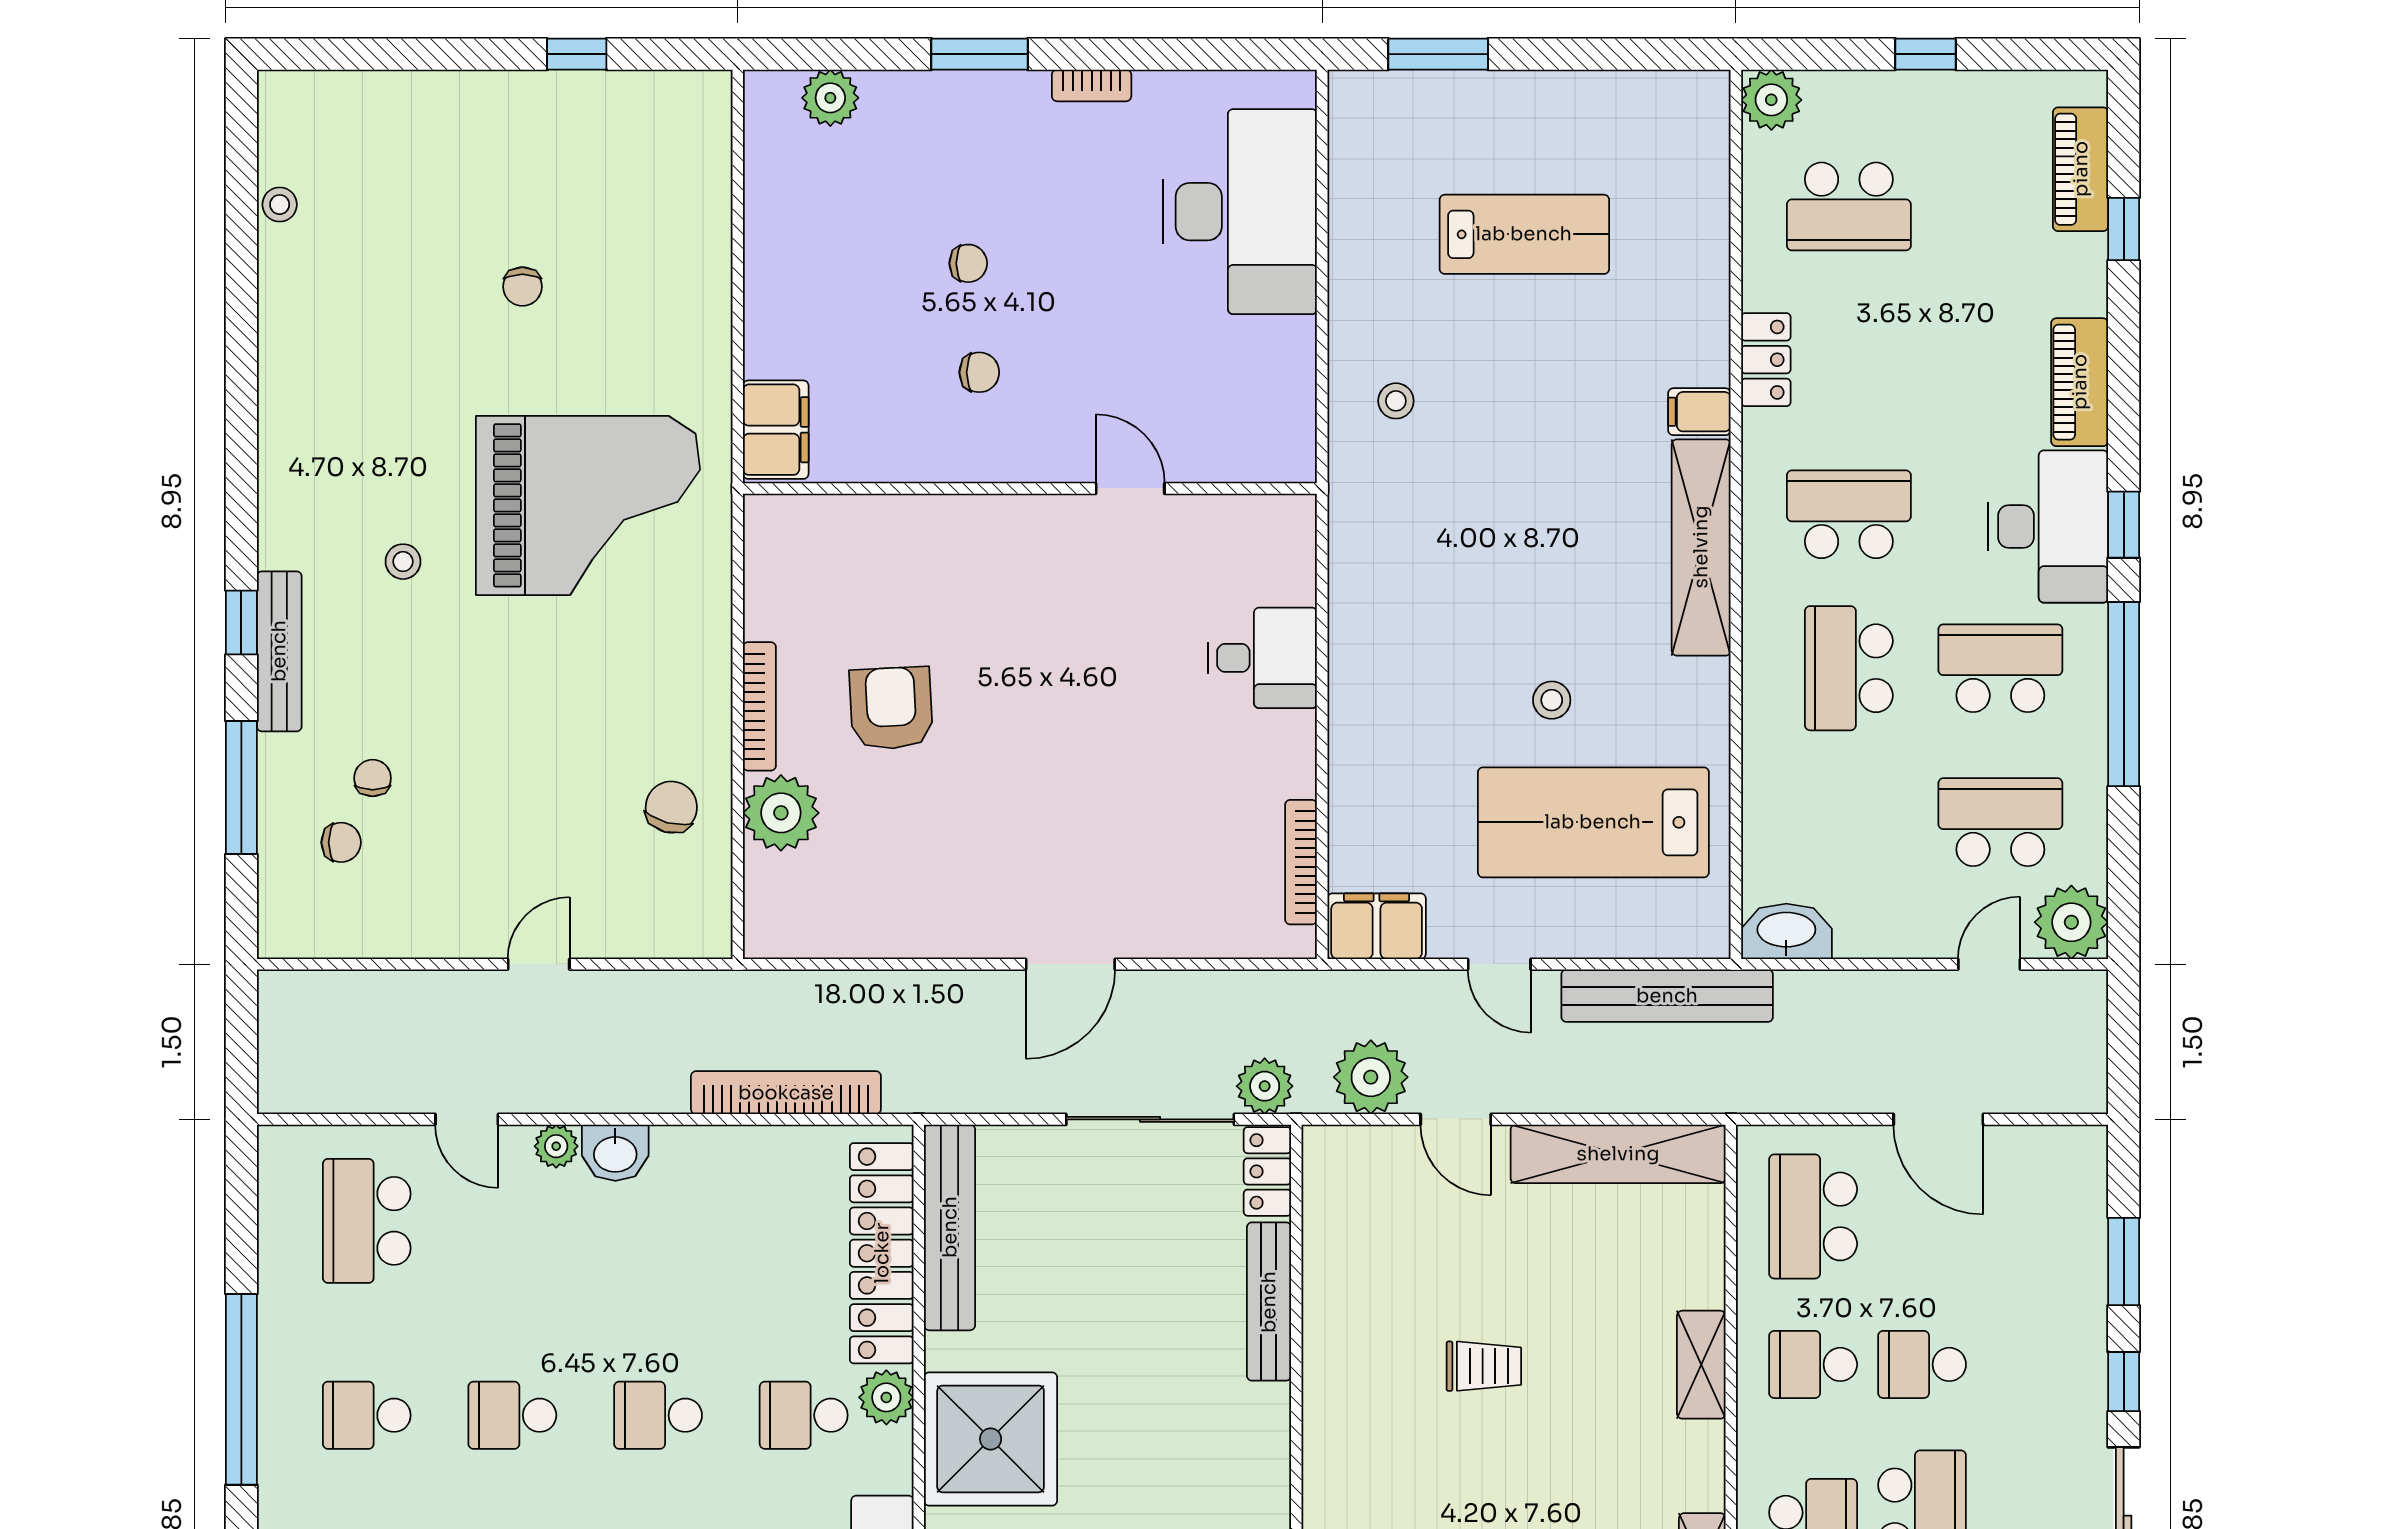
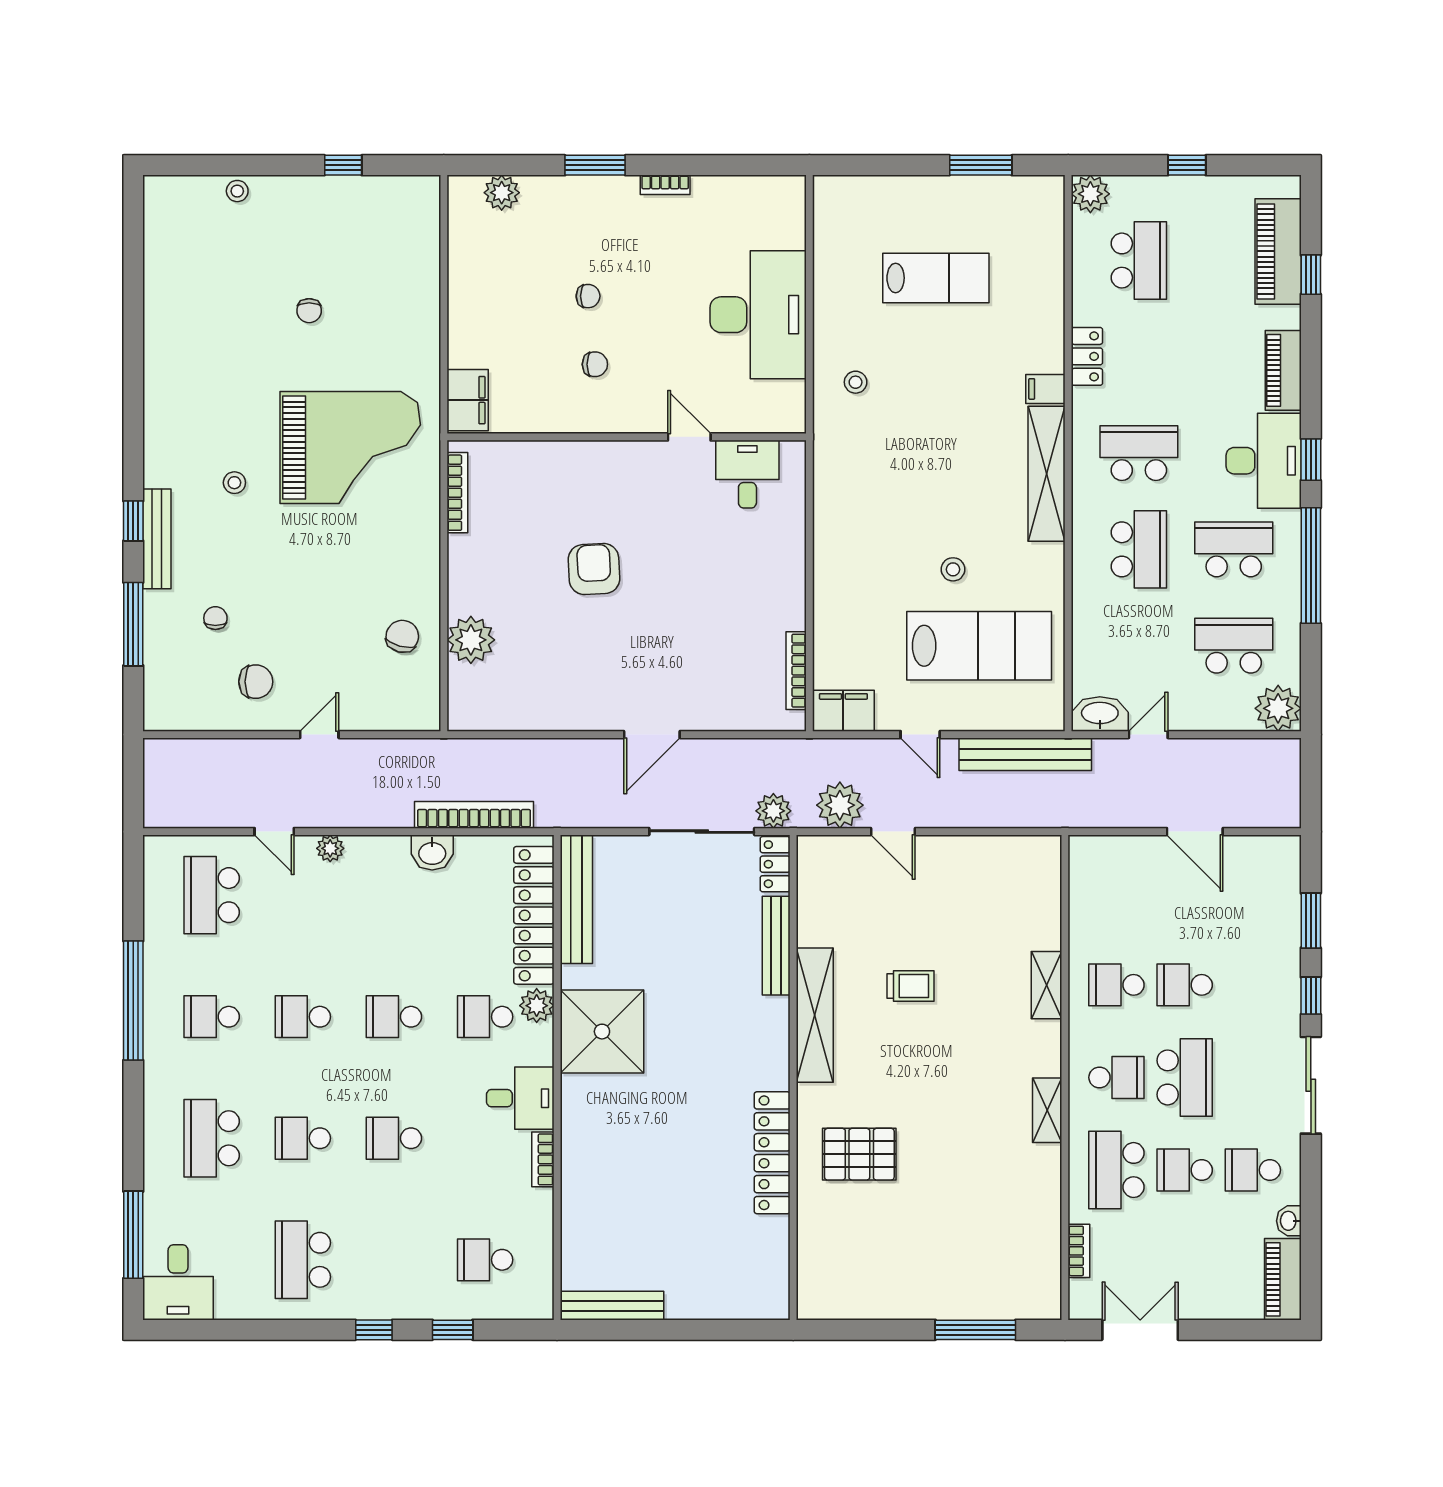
window: (1438, 54) -> (981, 165), moved
piano: (2081, 169) -> (1278, 251), width x1.37, depth x1.33
stool: (280, 205) -> (237, 191), moved
school desk: (1849, 206) -> (1139, 261), turned -90
desk: (1240, 212) -> (758, 315), moved
desk: (1263, 658) -> (747, 474), moved, turned -90
school desk: (1849, 668) -> (1139, 549), turned 180
bookcase: (759, 706) -> (457, 493), moved
armchair: (891, 708) -> (594, 569), moved
lab bench: (1593, 822) -> (979, 646), turned 180
chair: (341, 842) -> (256, 682), moved, width x1.37, depth x1.37
door: (1989, 964) -> (1148, 735), moved
washbasin: (615, 1153) -> (432, 852), moved
shelving: (1618, 1154) -> (815, 1015), moved, turned 90
school desk: (1813, 1216) -> (1116, 892), removed

